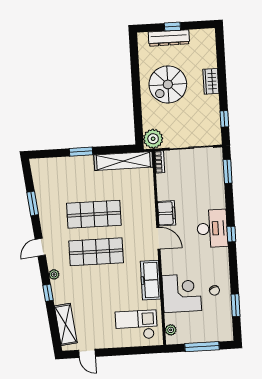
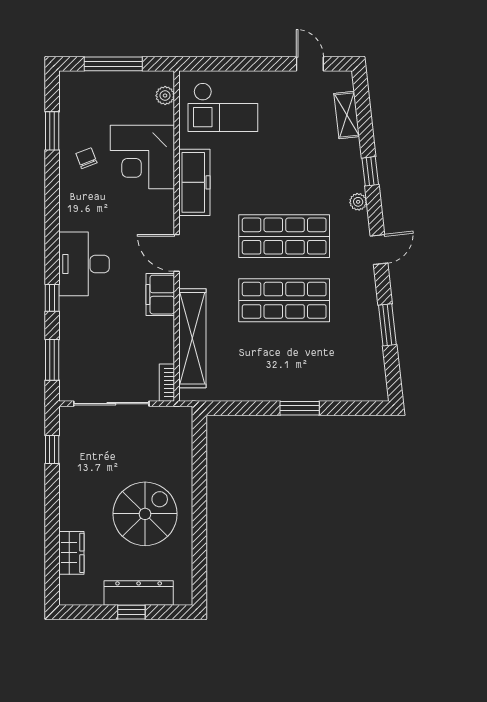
wardrobe: (211, 81) -> (71, 553), moved
plant: (153, 139) -> (176, 423), removed
shelving: (123, 161) -> (192, 338), moved, turned 90
window: (231, 234) -> (52, 298), moved
shelving: (66, 324) -> (347, 115), width x0.67, depth x0.75

